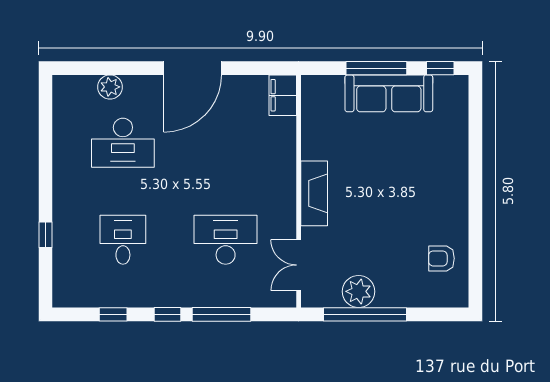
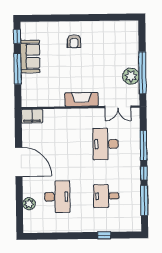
sofa: (389, 93) -> (30, 56), width x0.73
armchair: (441, 258) -> (74, 41), moved
window: (113, 314) -> (144, 200), width x2.17

